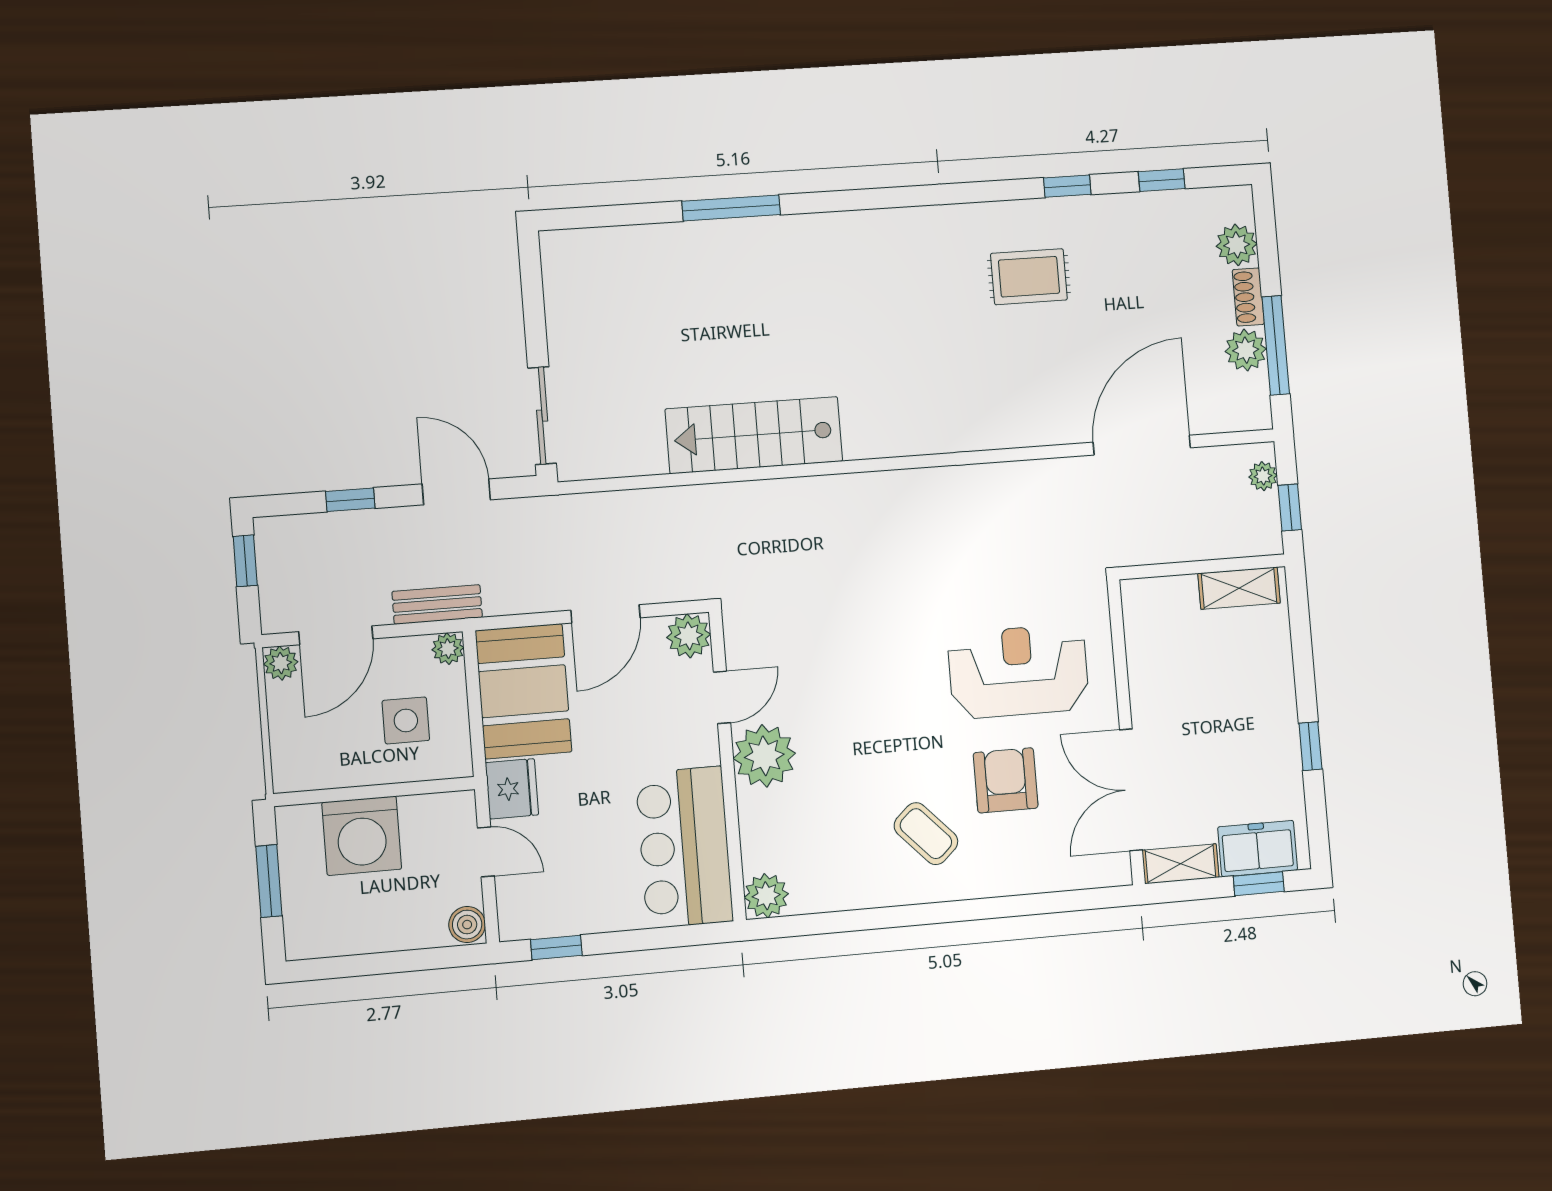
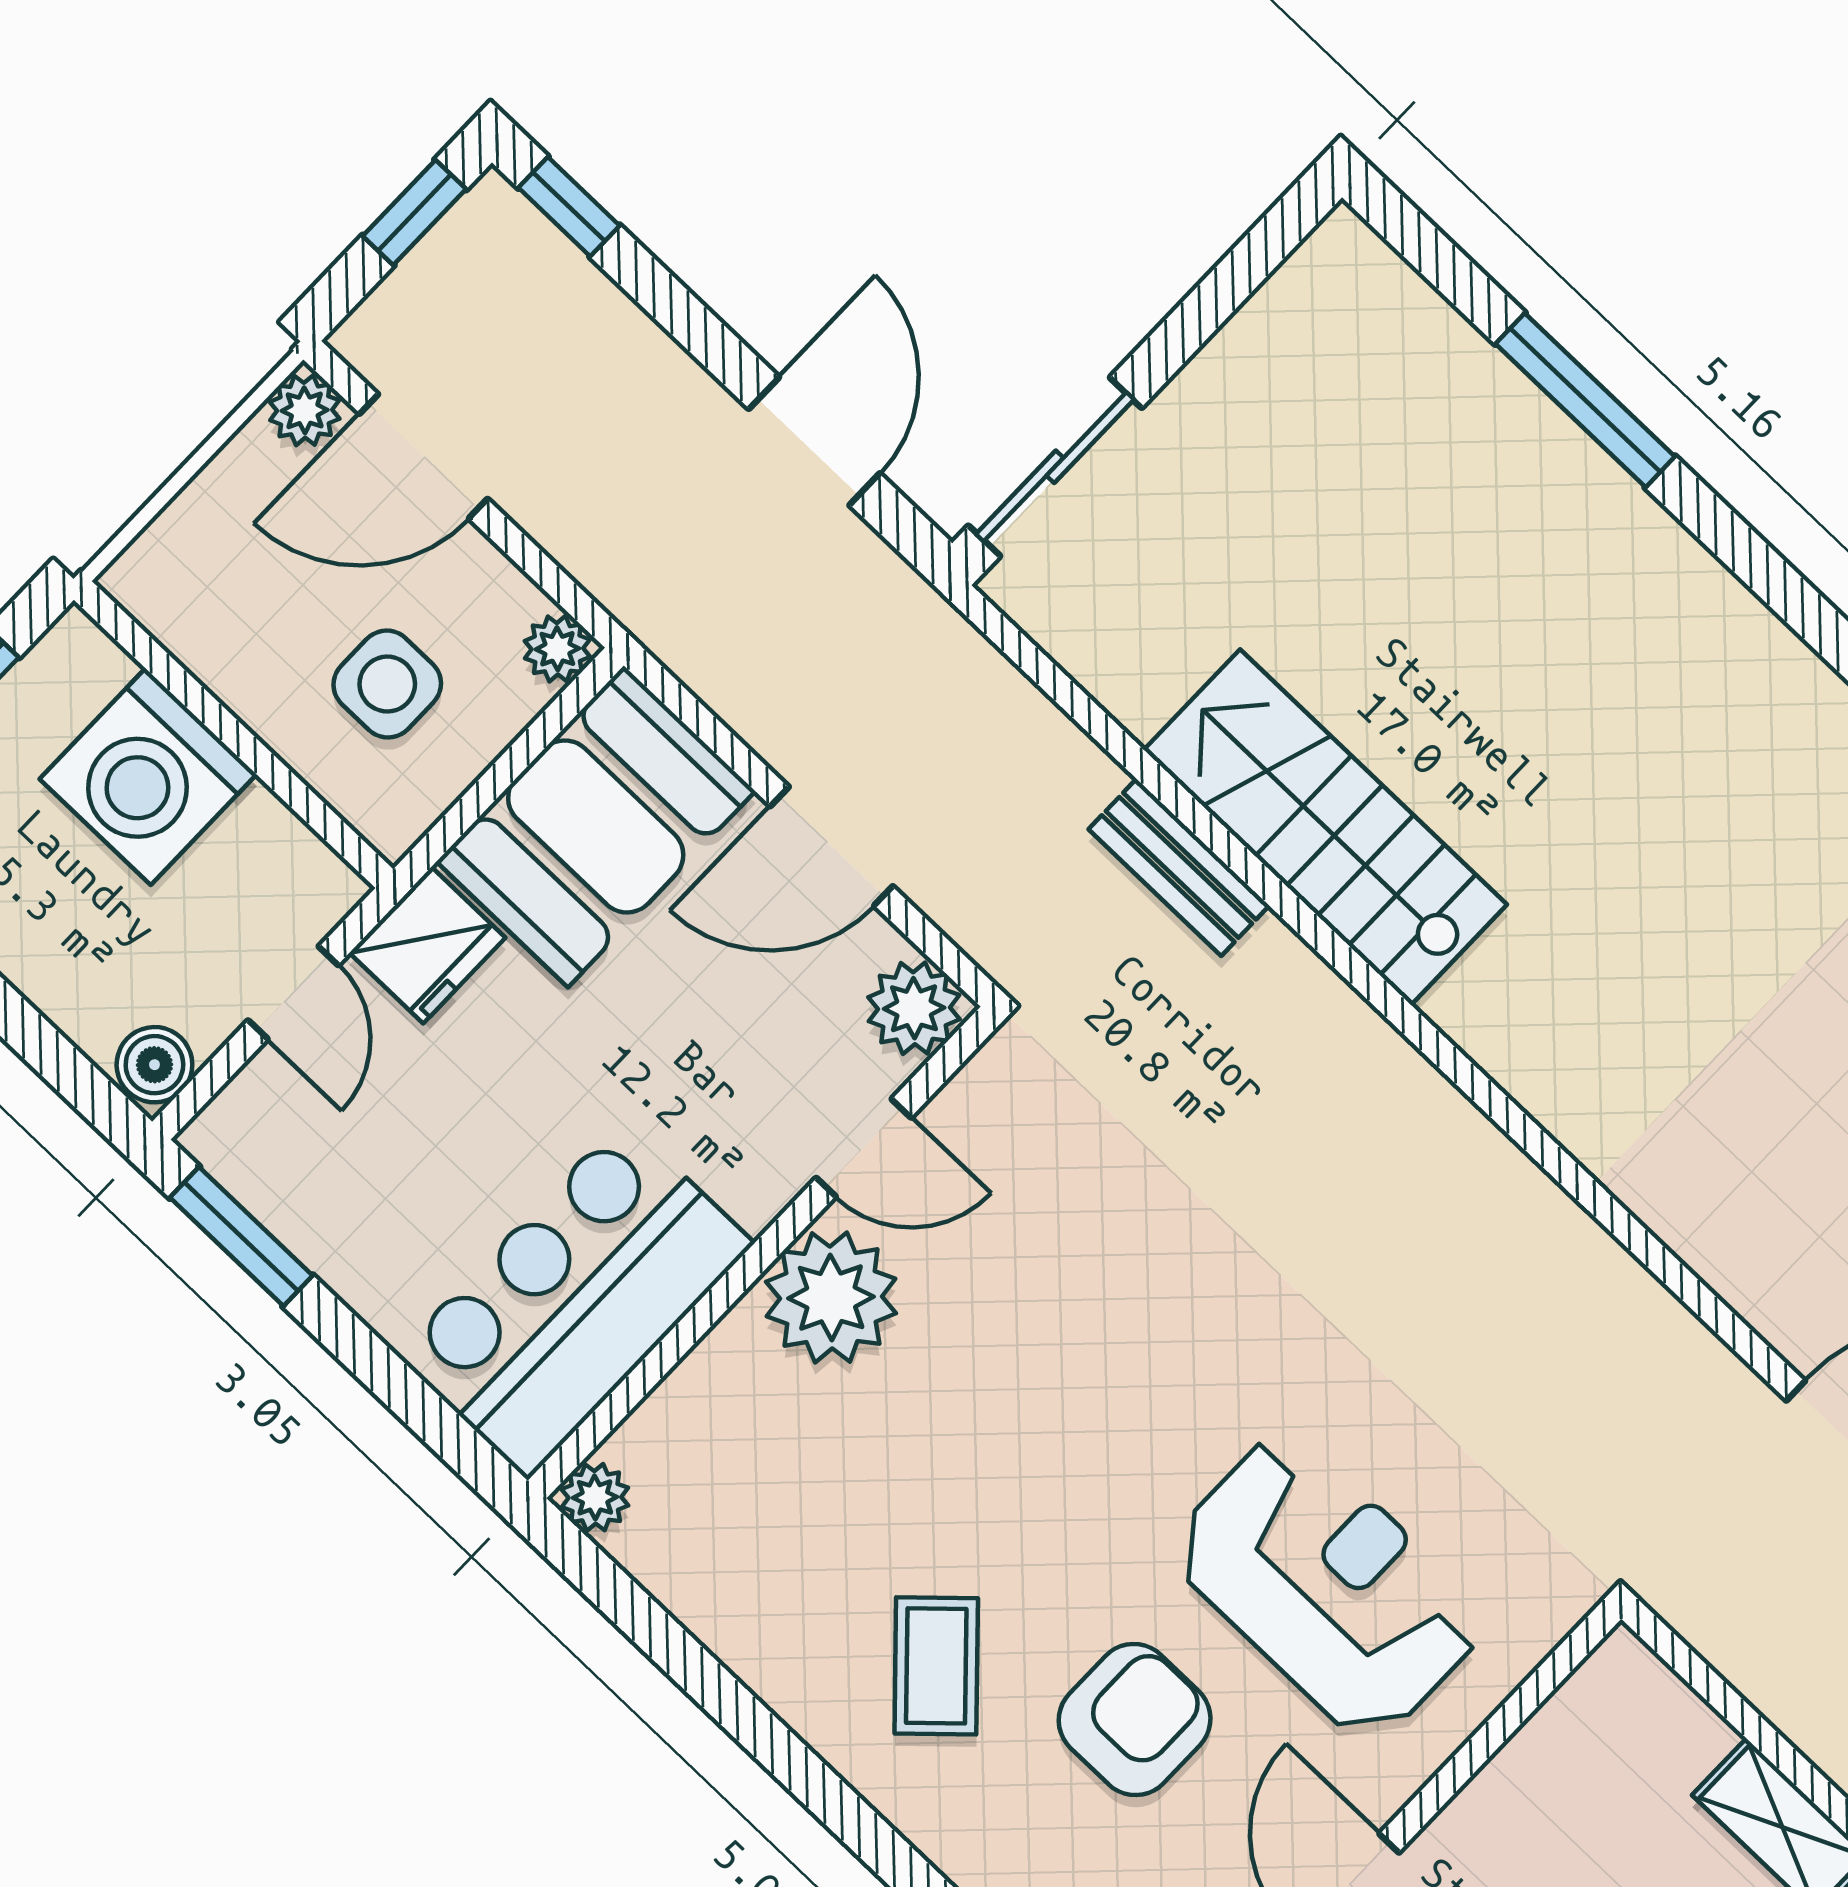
window: (731, 208) -> (1585, 400), moved
window: (350, 500) -> (569, 207), moved
bench: (437, 604) -> (1179, 867), moved
plant: (766, 896) -> (595, 1497), width x0.73, depth x0.73
window: (556, 947) -> (241, 1237), width x1.50

